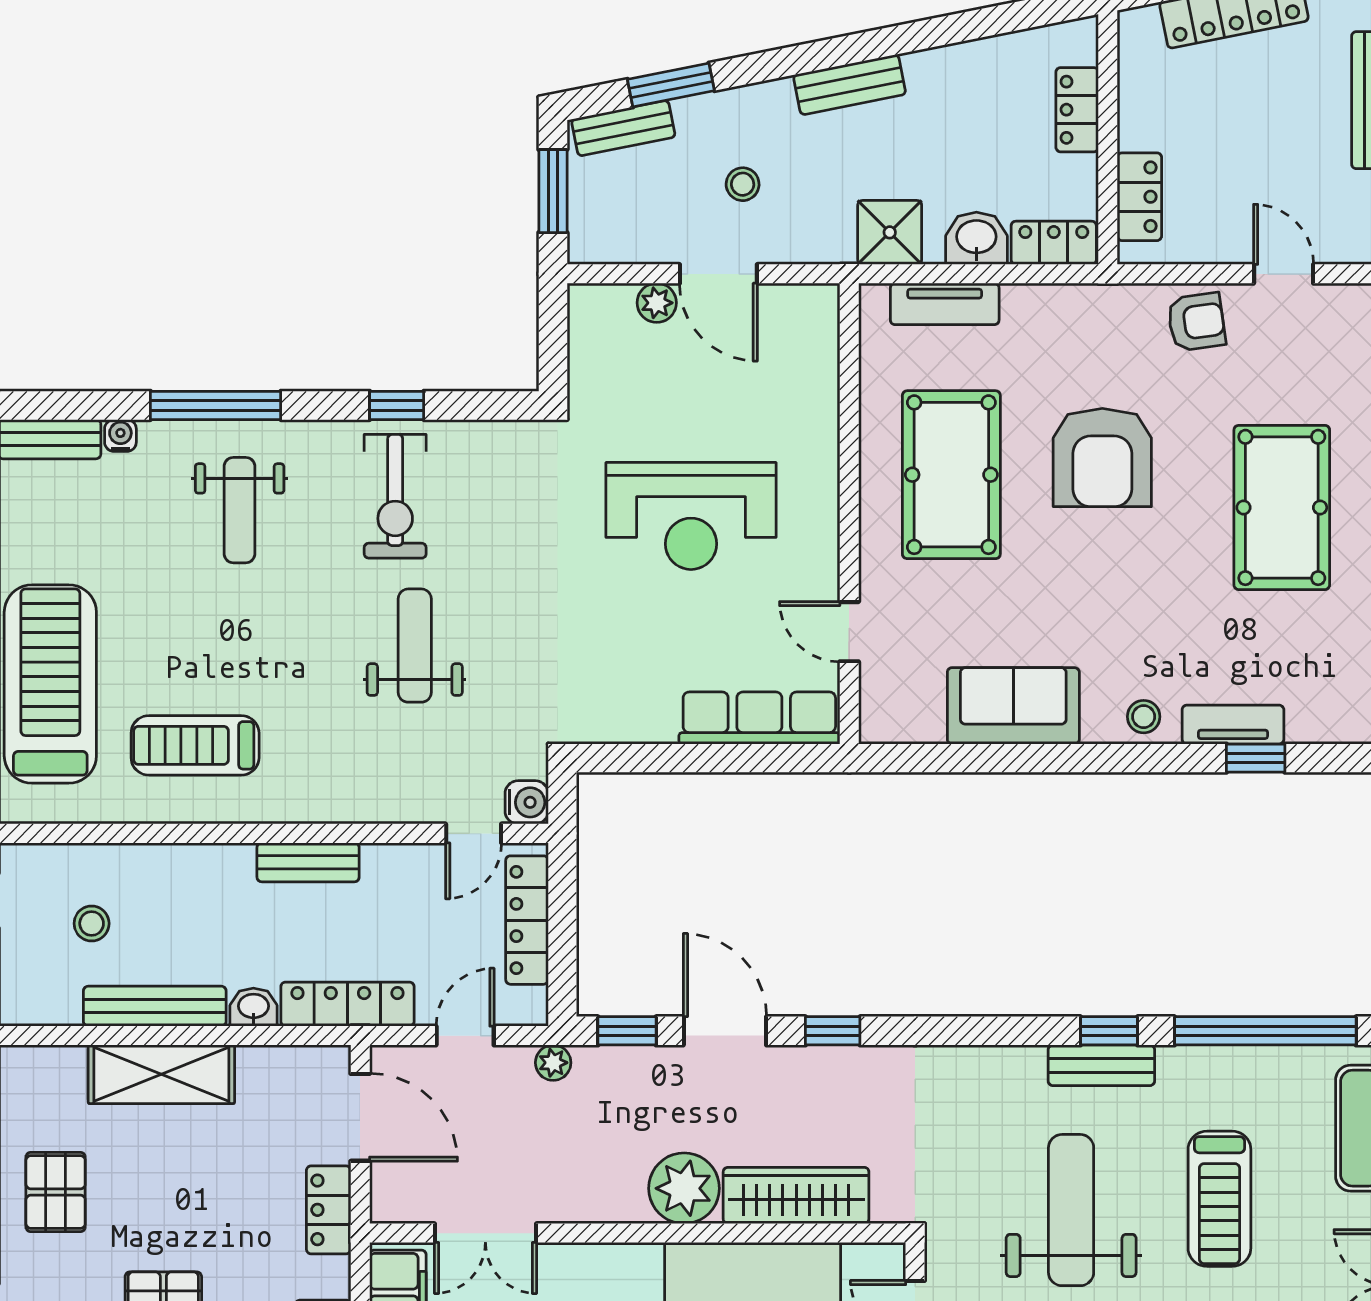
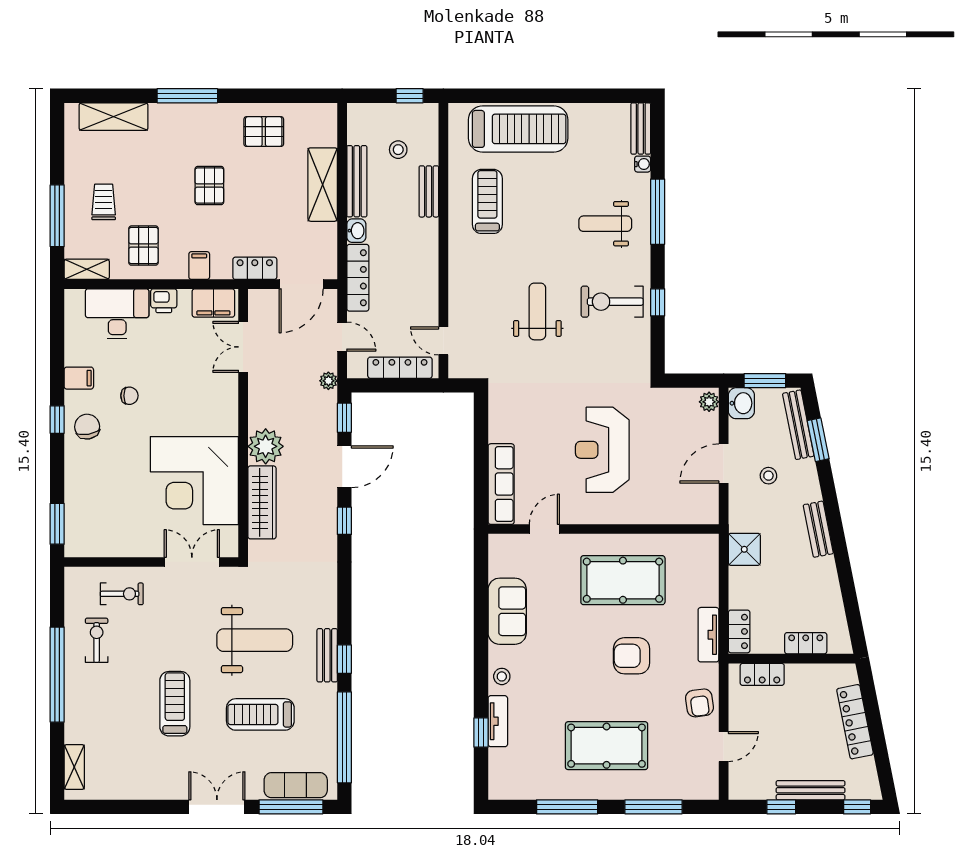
bench: (623, 128) -> (798, 425), width x1.36
washbasin: (976, 238) -> (741, 403), moved
plant: (657, 303) -> (709, 402), moved
tv unit: (945, 304) -> (708, 635), moved
armchair: (1102, 458) -> (632, 656), width x0.73, depth x0.73
weight bench: (415, 646) -> (537, 311), turned -90
water cooler: (527, 802) -> (459, 367), removed
bench: (308, 862) -> (429, 191), moved

